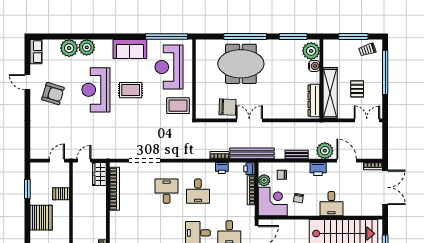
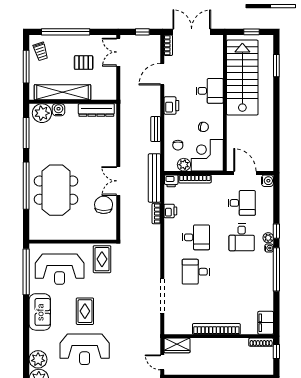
shelving: (330, 93) -> (62, 92), moved
window: (385, 142) -> (142, 32), added
plant: (325, 151) -> (151, 98), removed
bookcase: (115, 189) -> (216, 329), moved

